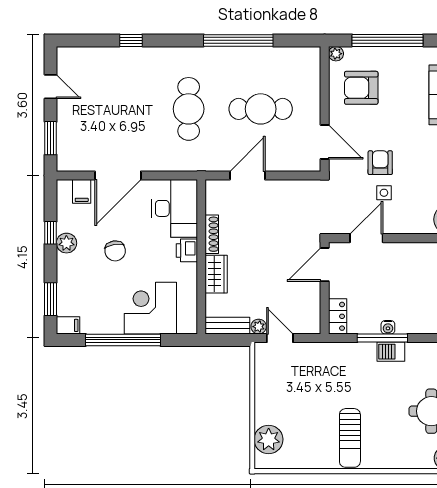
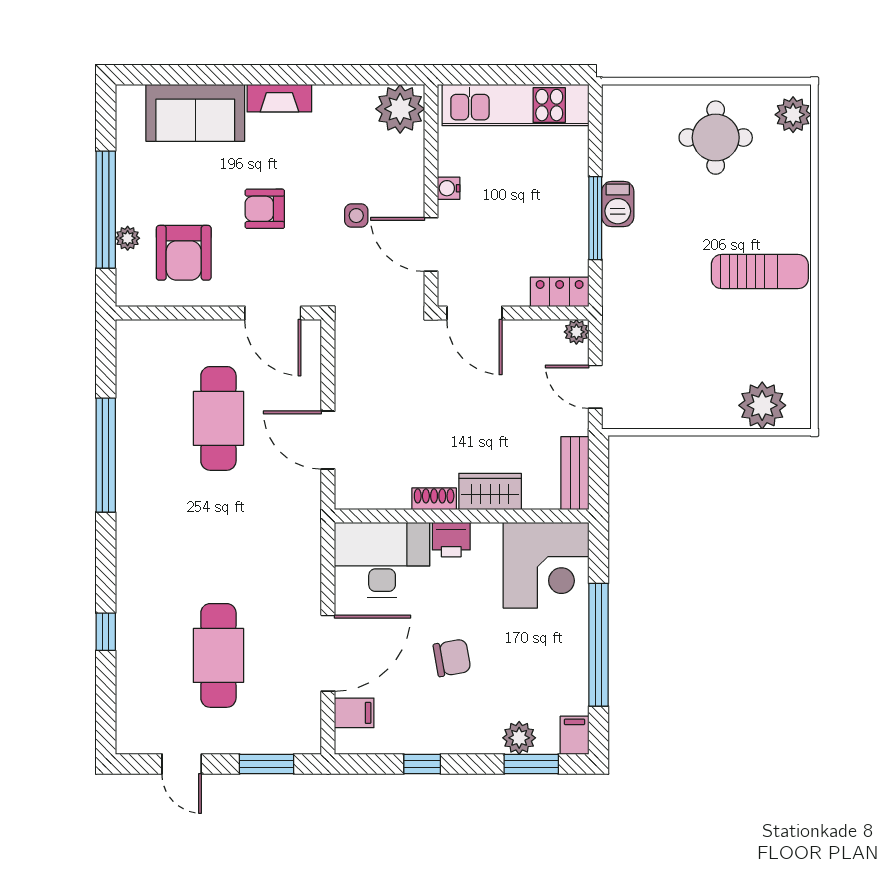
plant: (336, 54) -> (128, 238), moved
door: (51, 87) -> (182, 764), swing flipped
cafe table: (189, 109) -> (218, 655), moved, turned 90
door: (325, 142) -> (273, 313), swing flipped
armchair: (380, 163) -> (265, 209), moved
door: (118, 176) -> (328, 653), hinge flipped
shoe rack: (212, 234) -> (434, 499), width x0.70
plant: (66, 243) -> (519, 738), moved
corner desk: (150, 308) -> (546, 565), moved, turned -90
plant: (259, 327) -> (576, 332), moved
water cooler: (388, 327) -> (449, 188), moved, turned 180
door: (280, 338) -> (595, 387), hinge flipped

